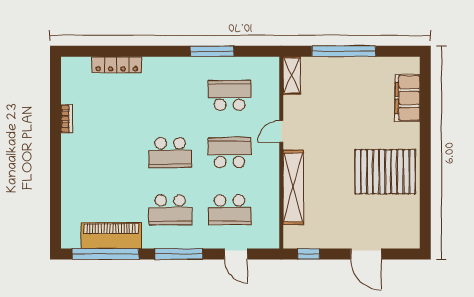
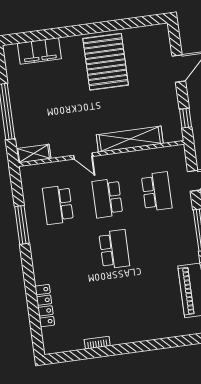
school desk: (170, 210) -> (164, 243), removed

